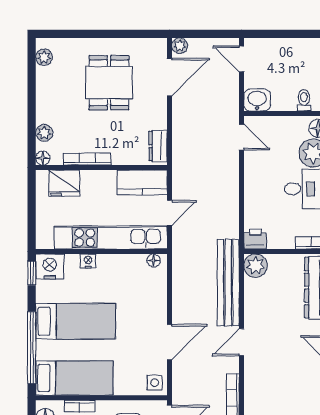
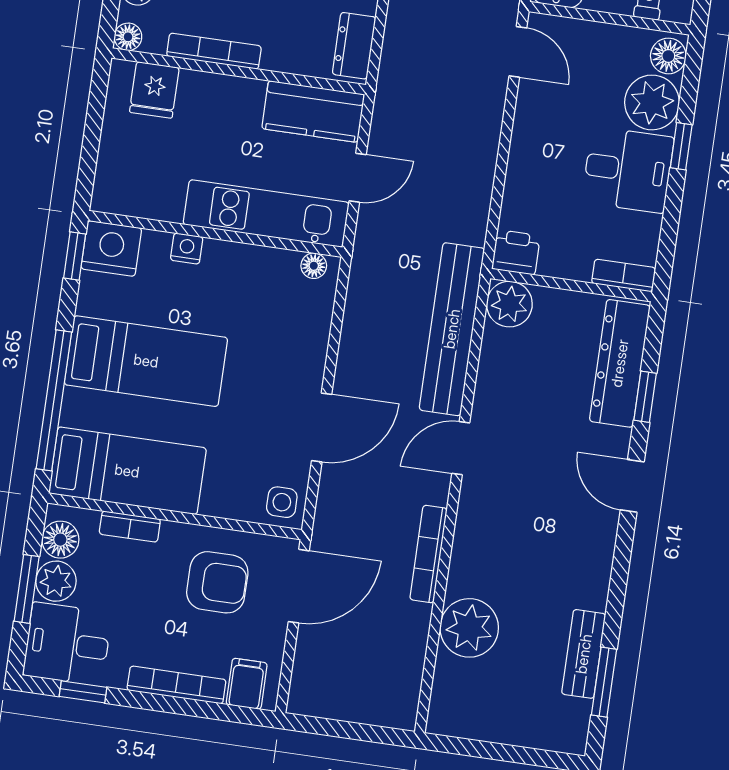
fridge: (64, 183) -> (154, 90), width x0.72
kitchen unit: (111, 238) -> (266, 213), width x0.73

